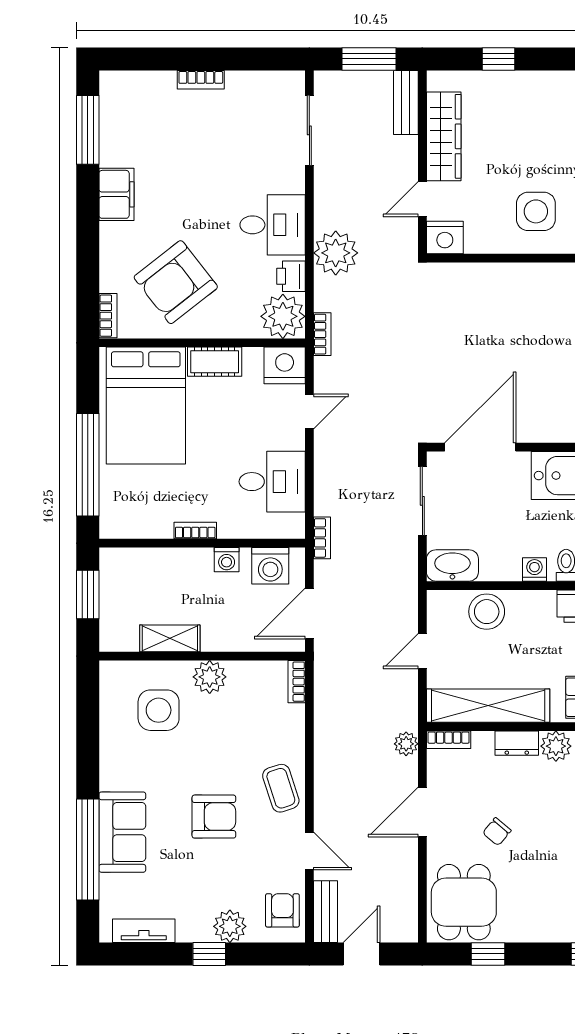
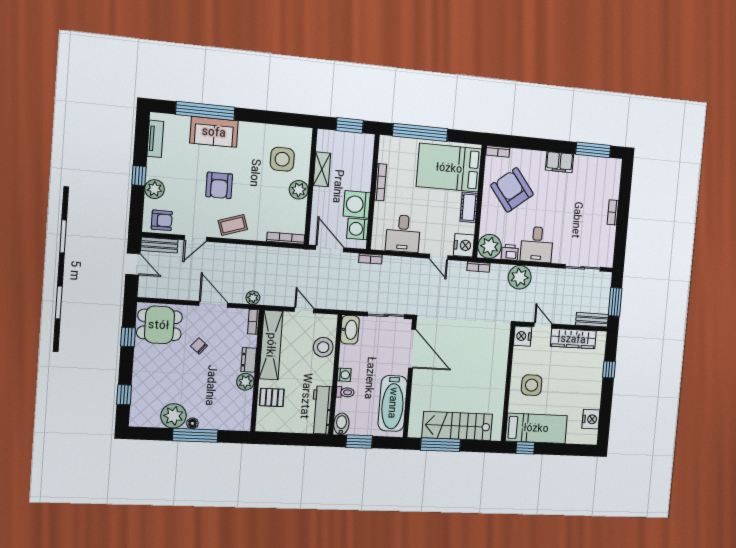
bookcase: (195, 530) -> (381, 182), width x1.56
washing machine: (227, 560) -> (357, 204), width x1.89, depth x1.89
bookcase: (297, 682) -> (286, 238), width x1.56

